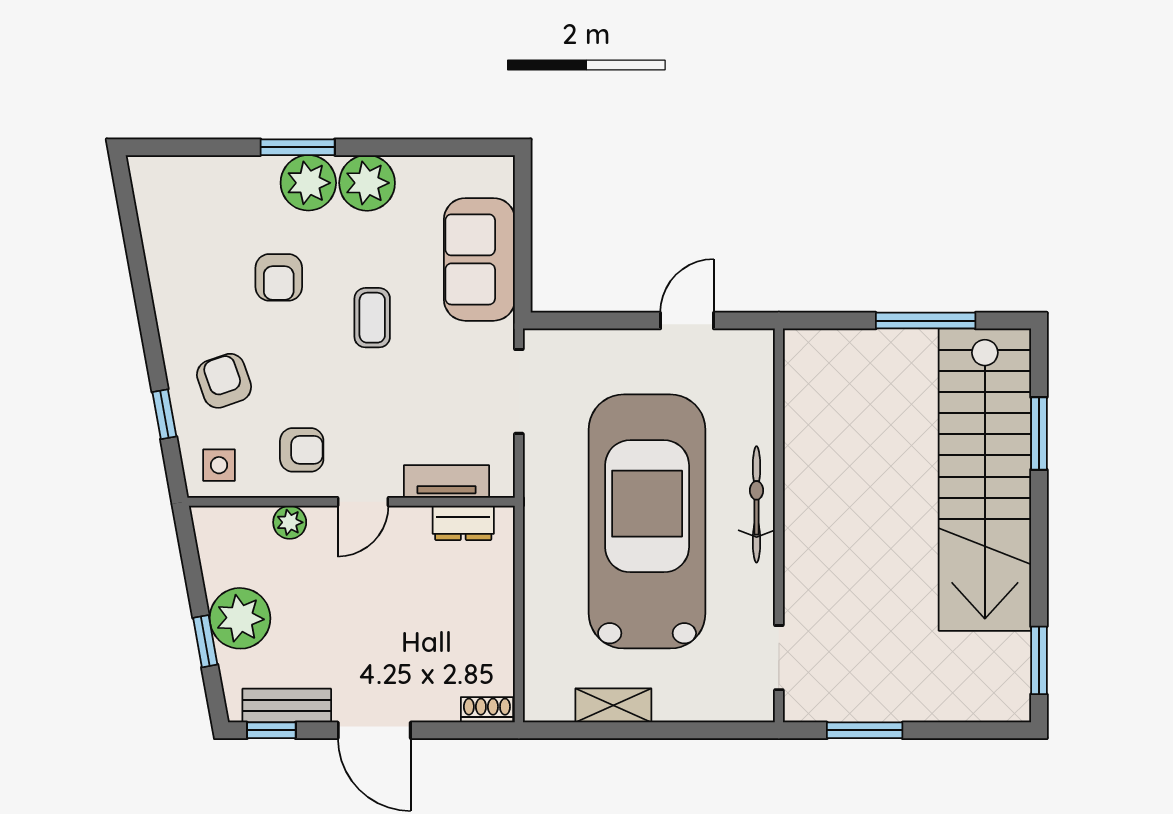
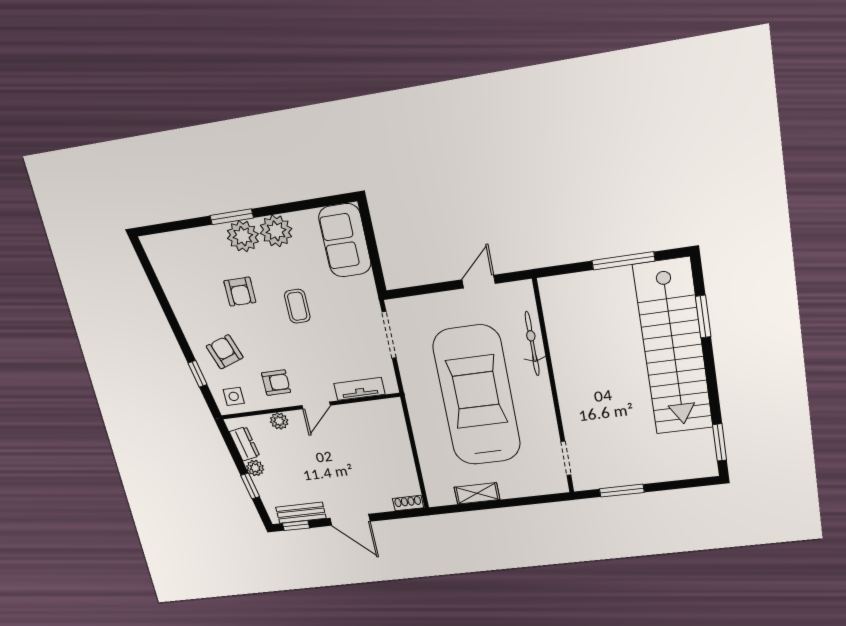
sofa: (479, 259) -> (345, 240), moved
bicycle: (757, 504) -> (532, 344), moved
dresser: (463, 523) -> (245, 444), moved, turned -100
plant: (240, 618) -> (255, 468), width x0.53, depth x0.53

